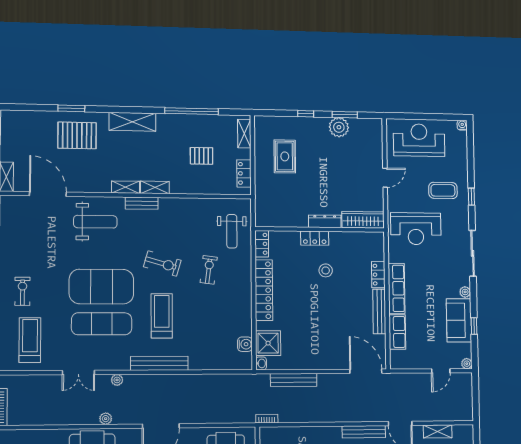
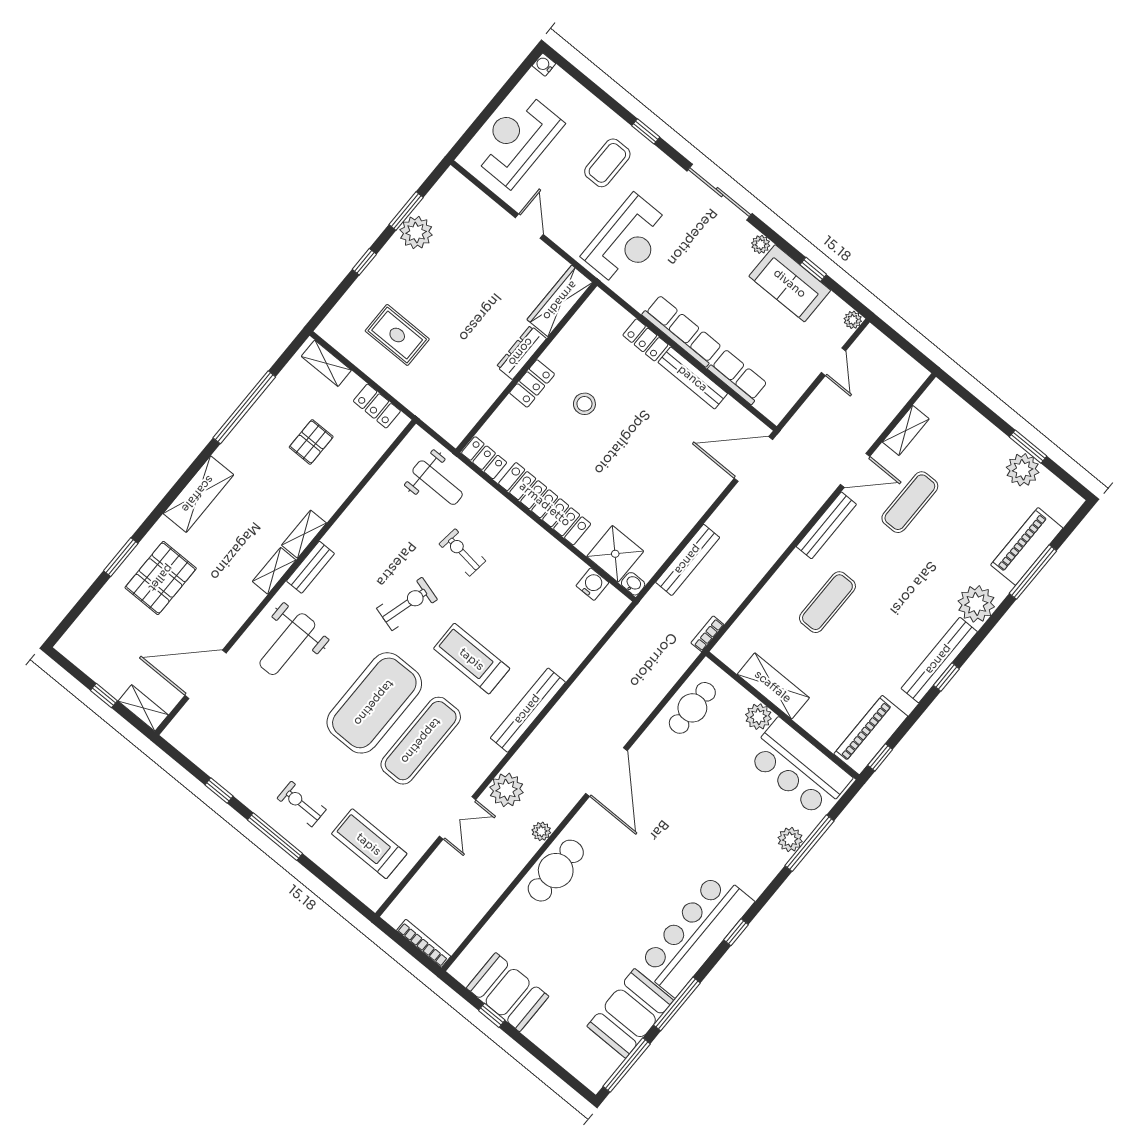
weight bench: (95, 222) -> (287, 644), turned 180
plant: (117, 380) -> (507, 790), width x1.87, depth x1.87

